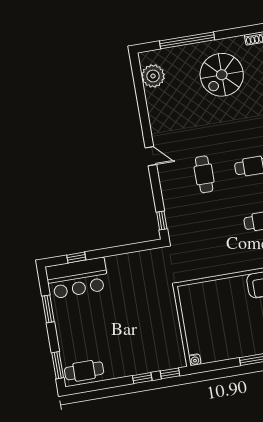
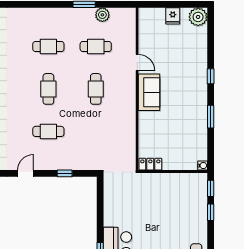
window: (162, 220) -> (65, 173), moved
locker: (186, 299) -> (150, 164), added

